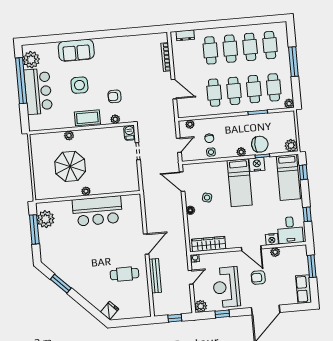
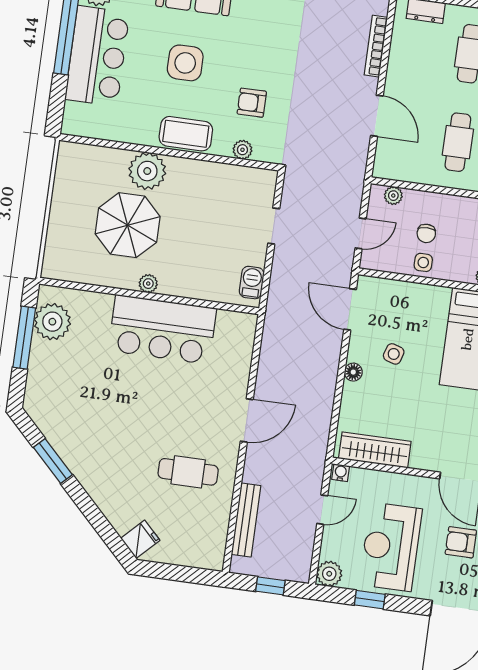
barbecue: (129, 133) -> (252, 283), moved
plant: (69, 135) -> (147, 171), width x1.88, depth x1.88
bench: (155, 276) -> (246, 520), moved

